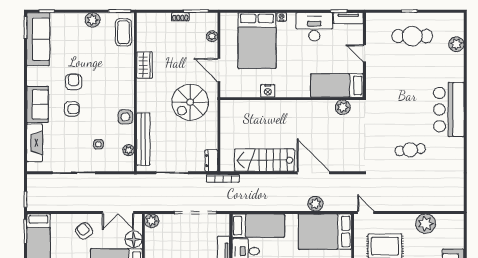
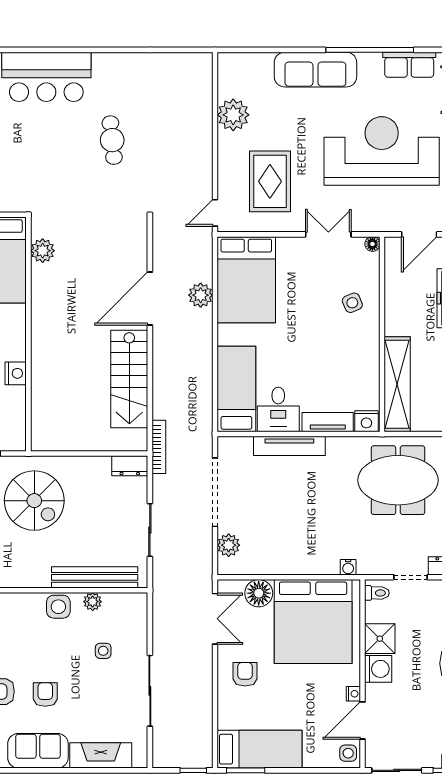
plant: (128, 150) -> (93, 602), moved
plant: (152, 221) -> (229, 545), moved
armchair: (84, 231) -> (245, 674), turned 129

